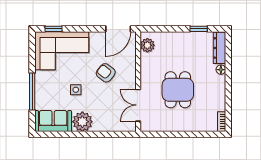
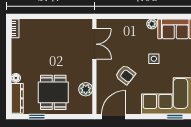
plant: (147, 45) -> (86, 89), moved
dining table: (178, 90) -> (53, 92), moved
plant: (82, 122) -> (152, 24), width x0.53, depth x0.53

